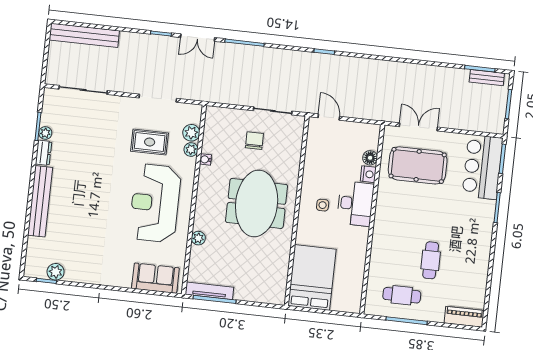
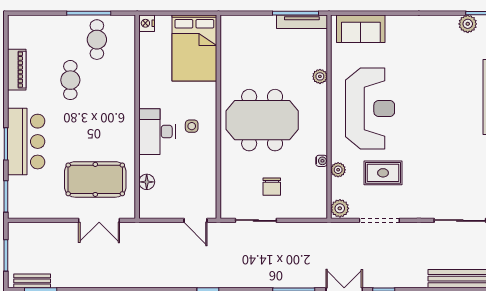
plant: (191, 133) -> (340, 208), moved
bar counter: (482, 167) -> (26, 142), moved
nightstand: (368, 174) -> (147, 23), moved
meeting table: (257, 203) -> (262, 120), turned 90
cafe table: (402, 295) -> (97, 40), turned 90
piano: (464, 317) -> (17, 70), moved, turned -90

